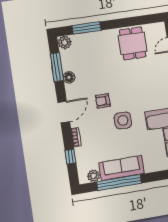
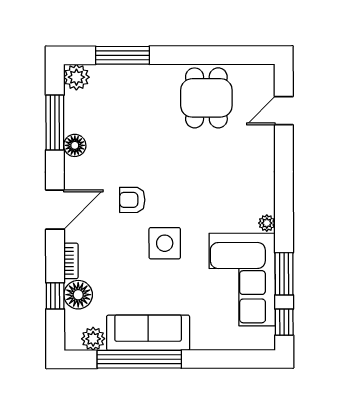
floor lamp: (82, 154) -> (78, 295), added

